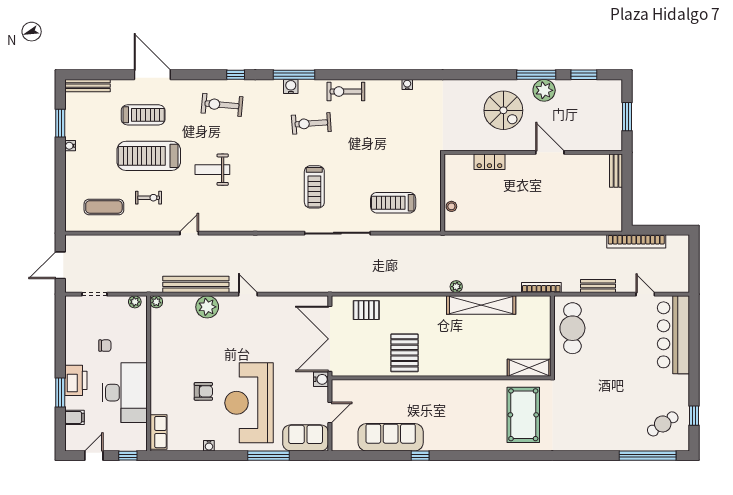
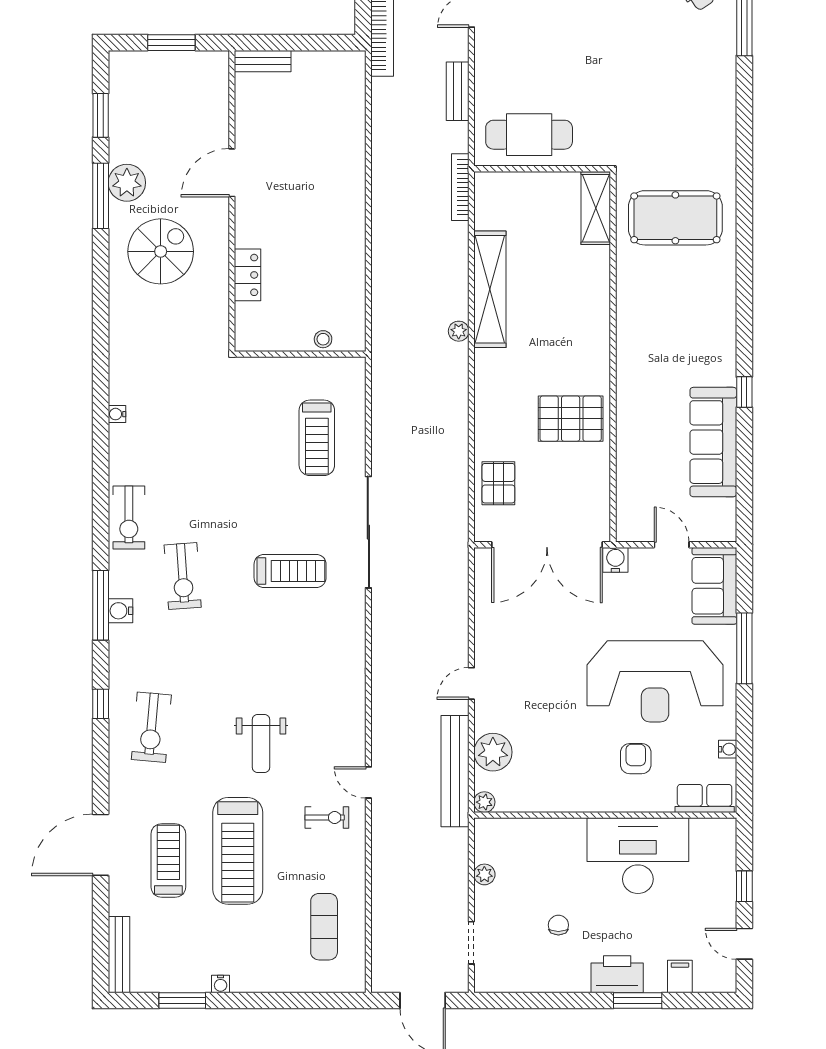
exercise bike: (149, 198) -> (327, 818), moved, turned 90
plant: (156, 302) -> (484, 802), moved
wall: (149, 373) -> (605, 815), moved
desk: (125, 393) -> (638, 856), moved
row of seats: (158, 432) -> (705, 798), moved

